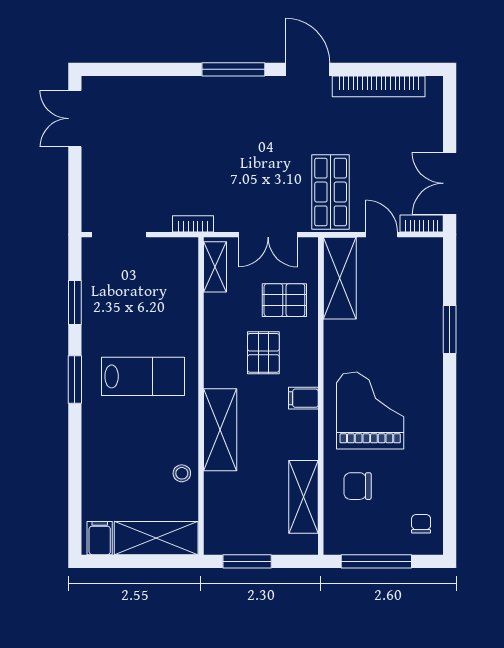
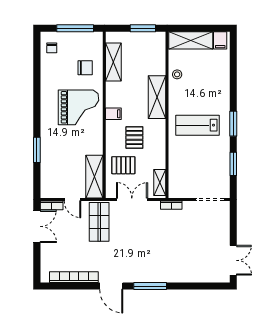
grand piano: (370, 411) -> (78, 107), turned -90

